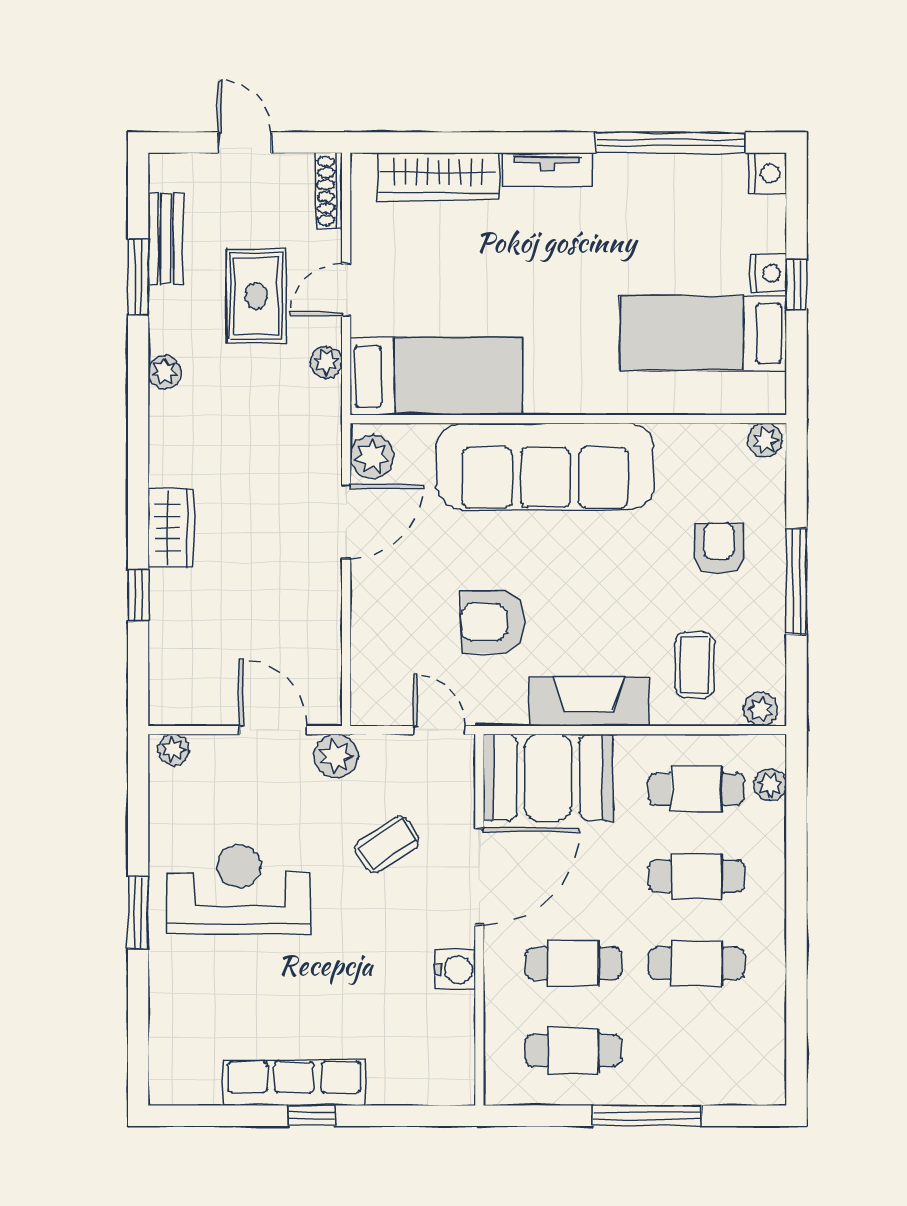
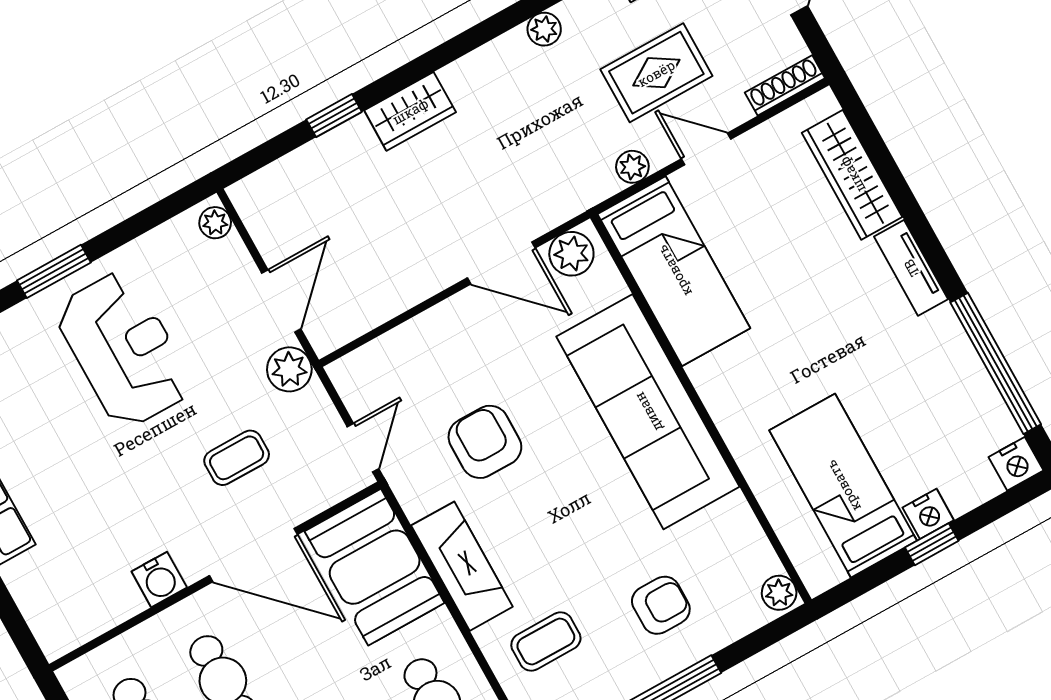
coffee table: (387, 844) -> (237, 458), turned -57

